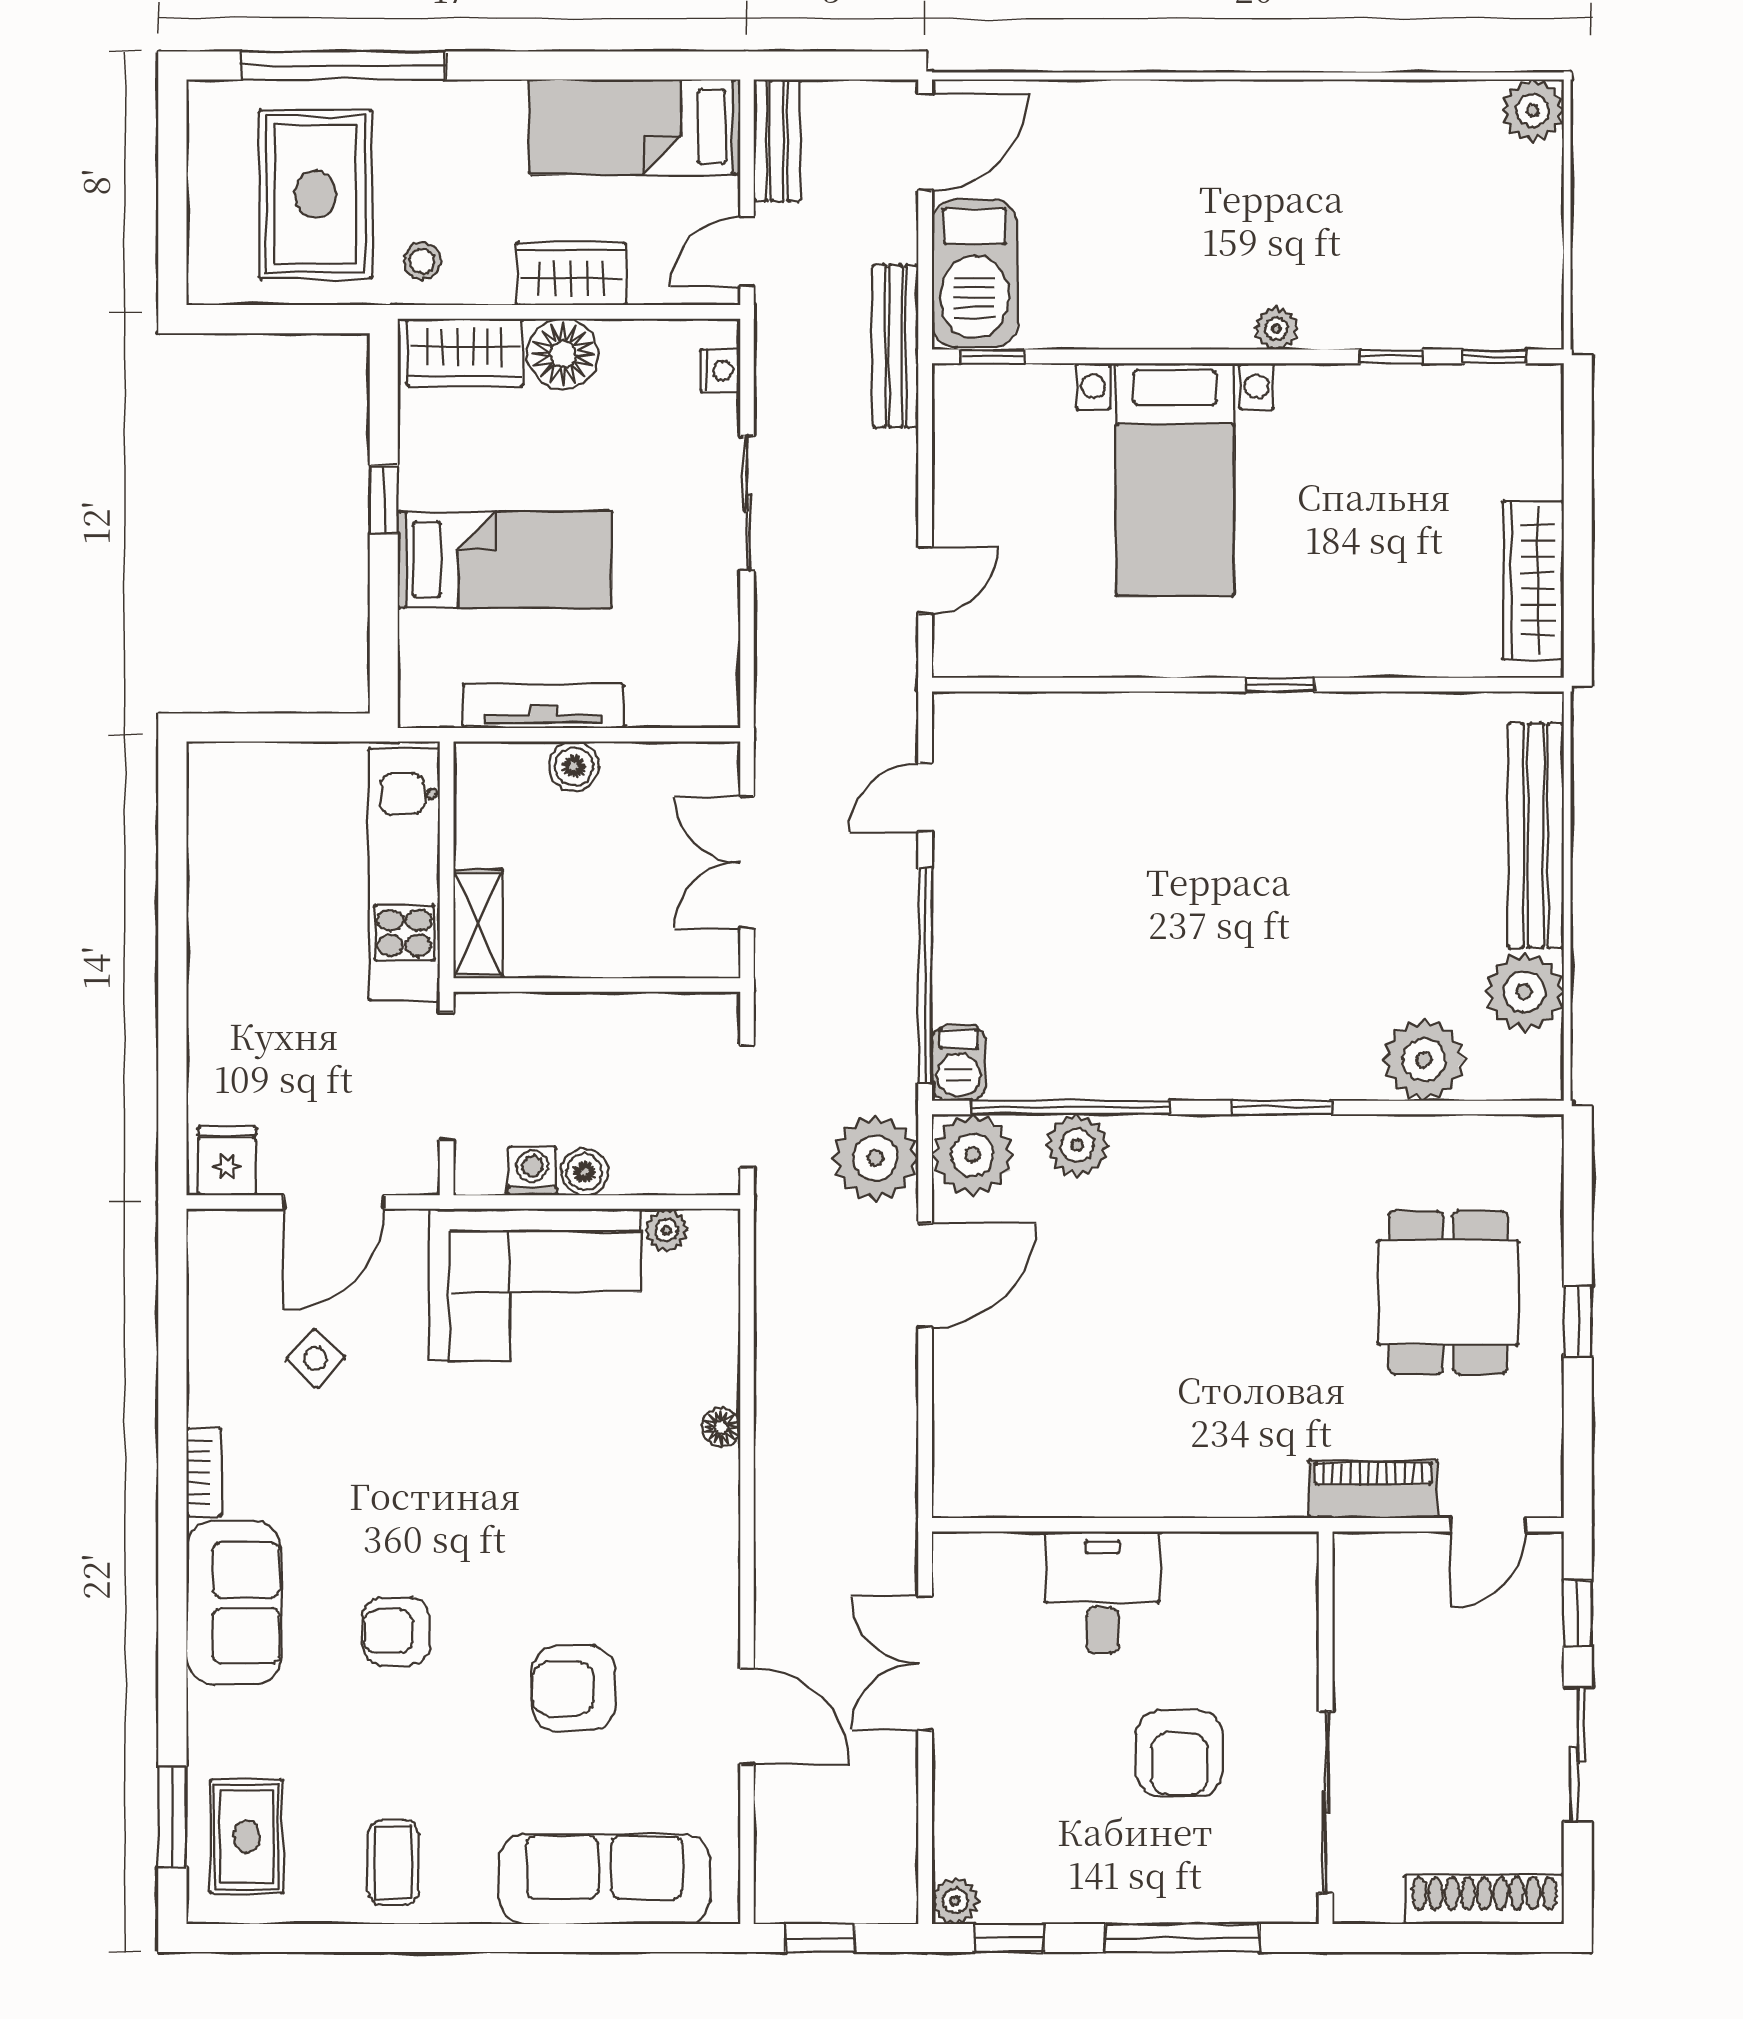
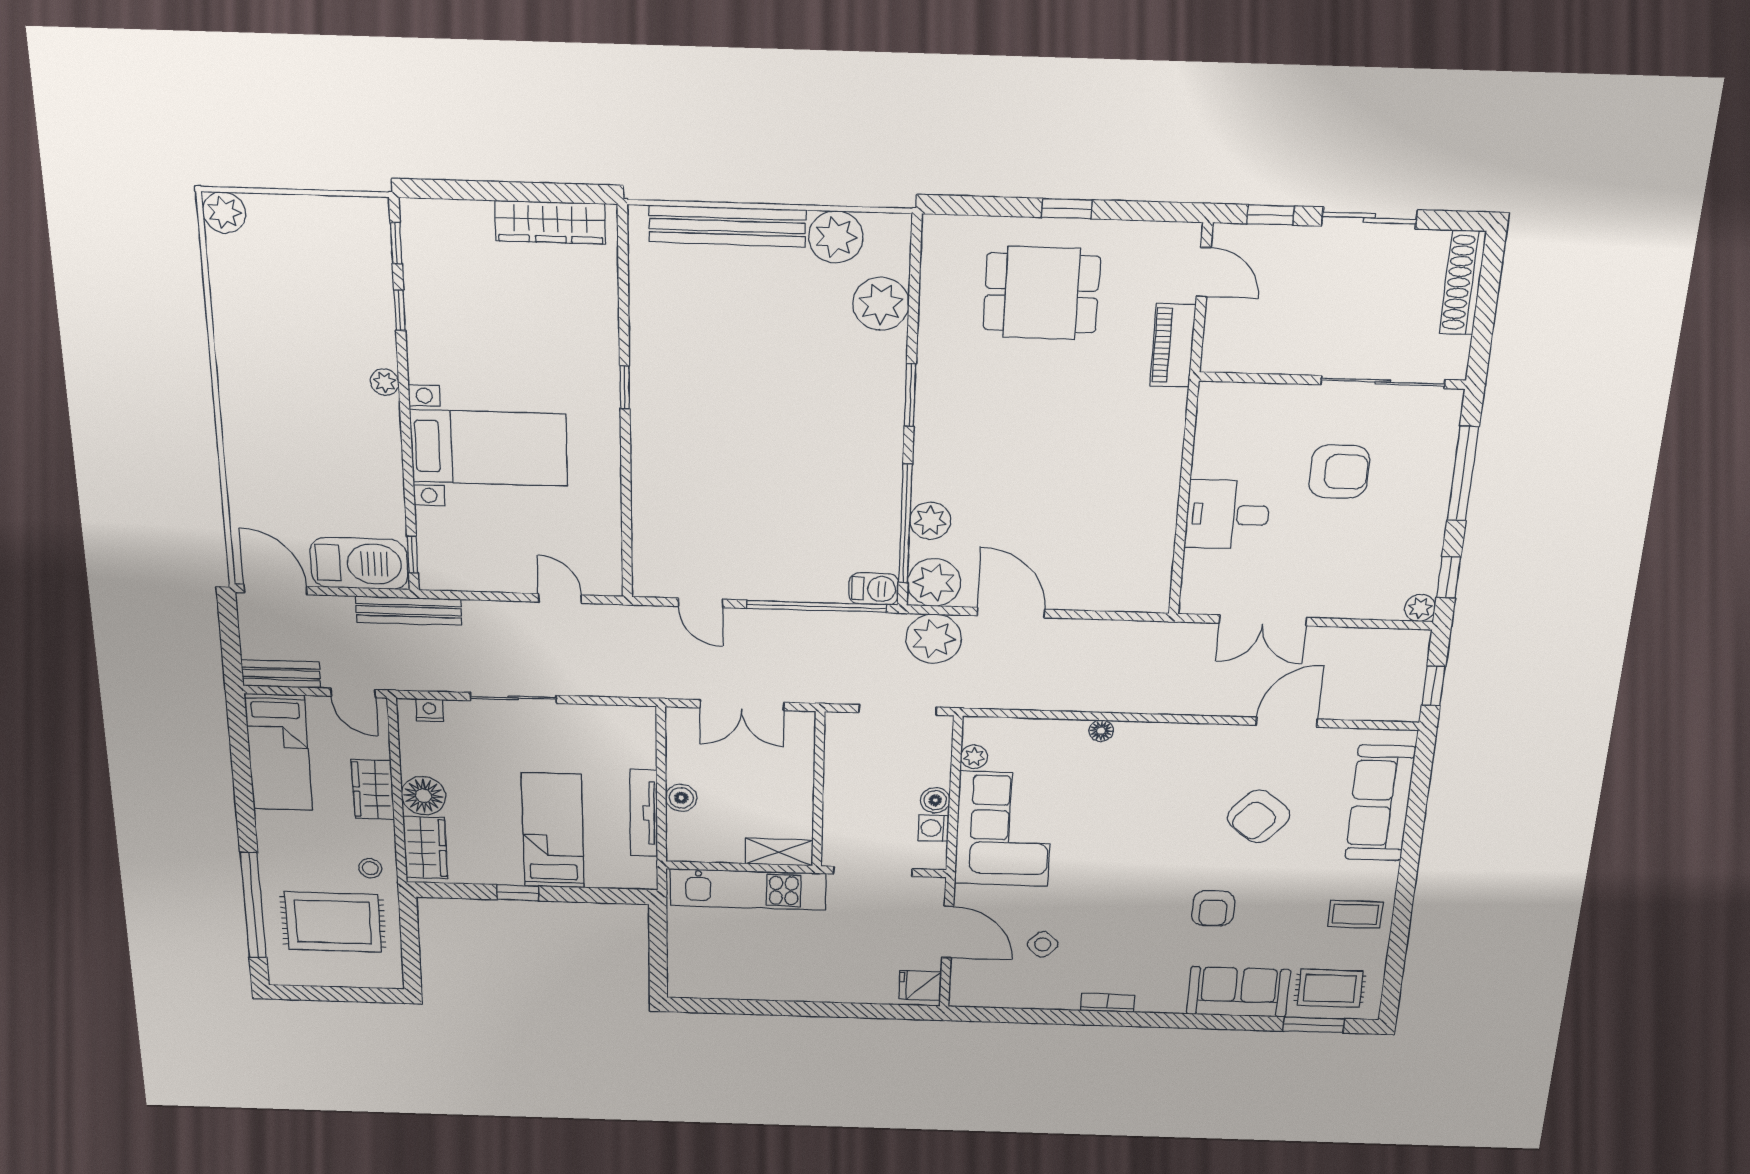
sofa: (234, 1603) -> (1238, 992), moved
armchair: (573, 1688) -> (1258, 816), turned 40

